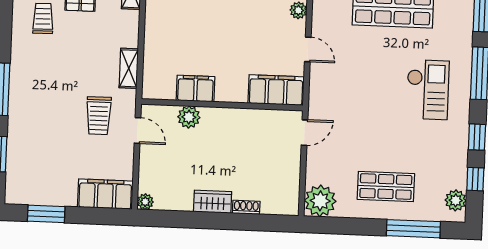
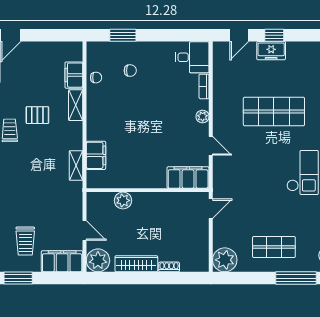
filing cabinet: (195, 89) -> (96, 155), moved, turned 90
trolley: (99, 116) -> (25, 241), moved
door: (138, 130) -> (85, 230), moved
plant: (145, 202) -> (98, 260), width x1.88, depth x1.88
wardrobe: (213, 202) -> (136, 264), width x1.50

